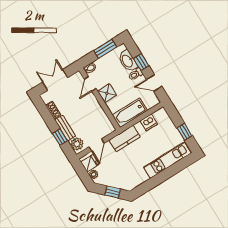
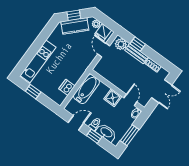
kitchen counter: (125, 139) -> (75, 26), moved, turned -135

